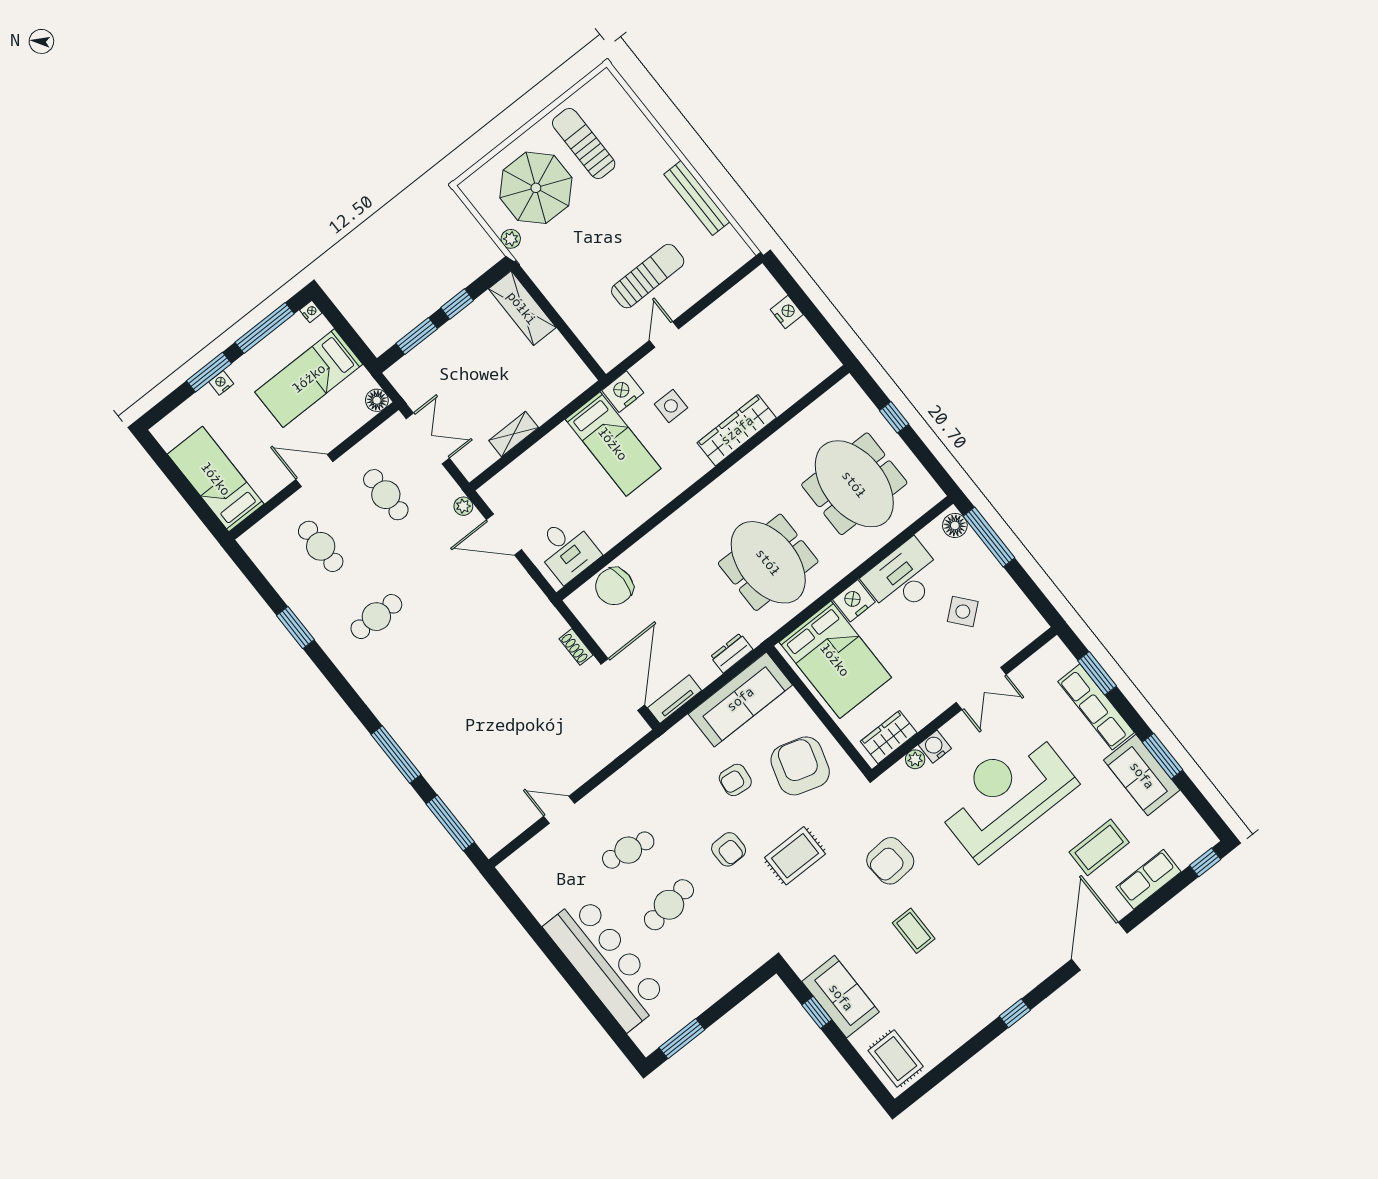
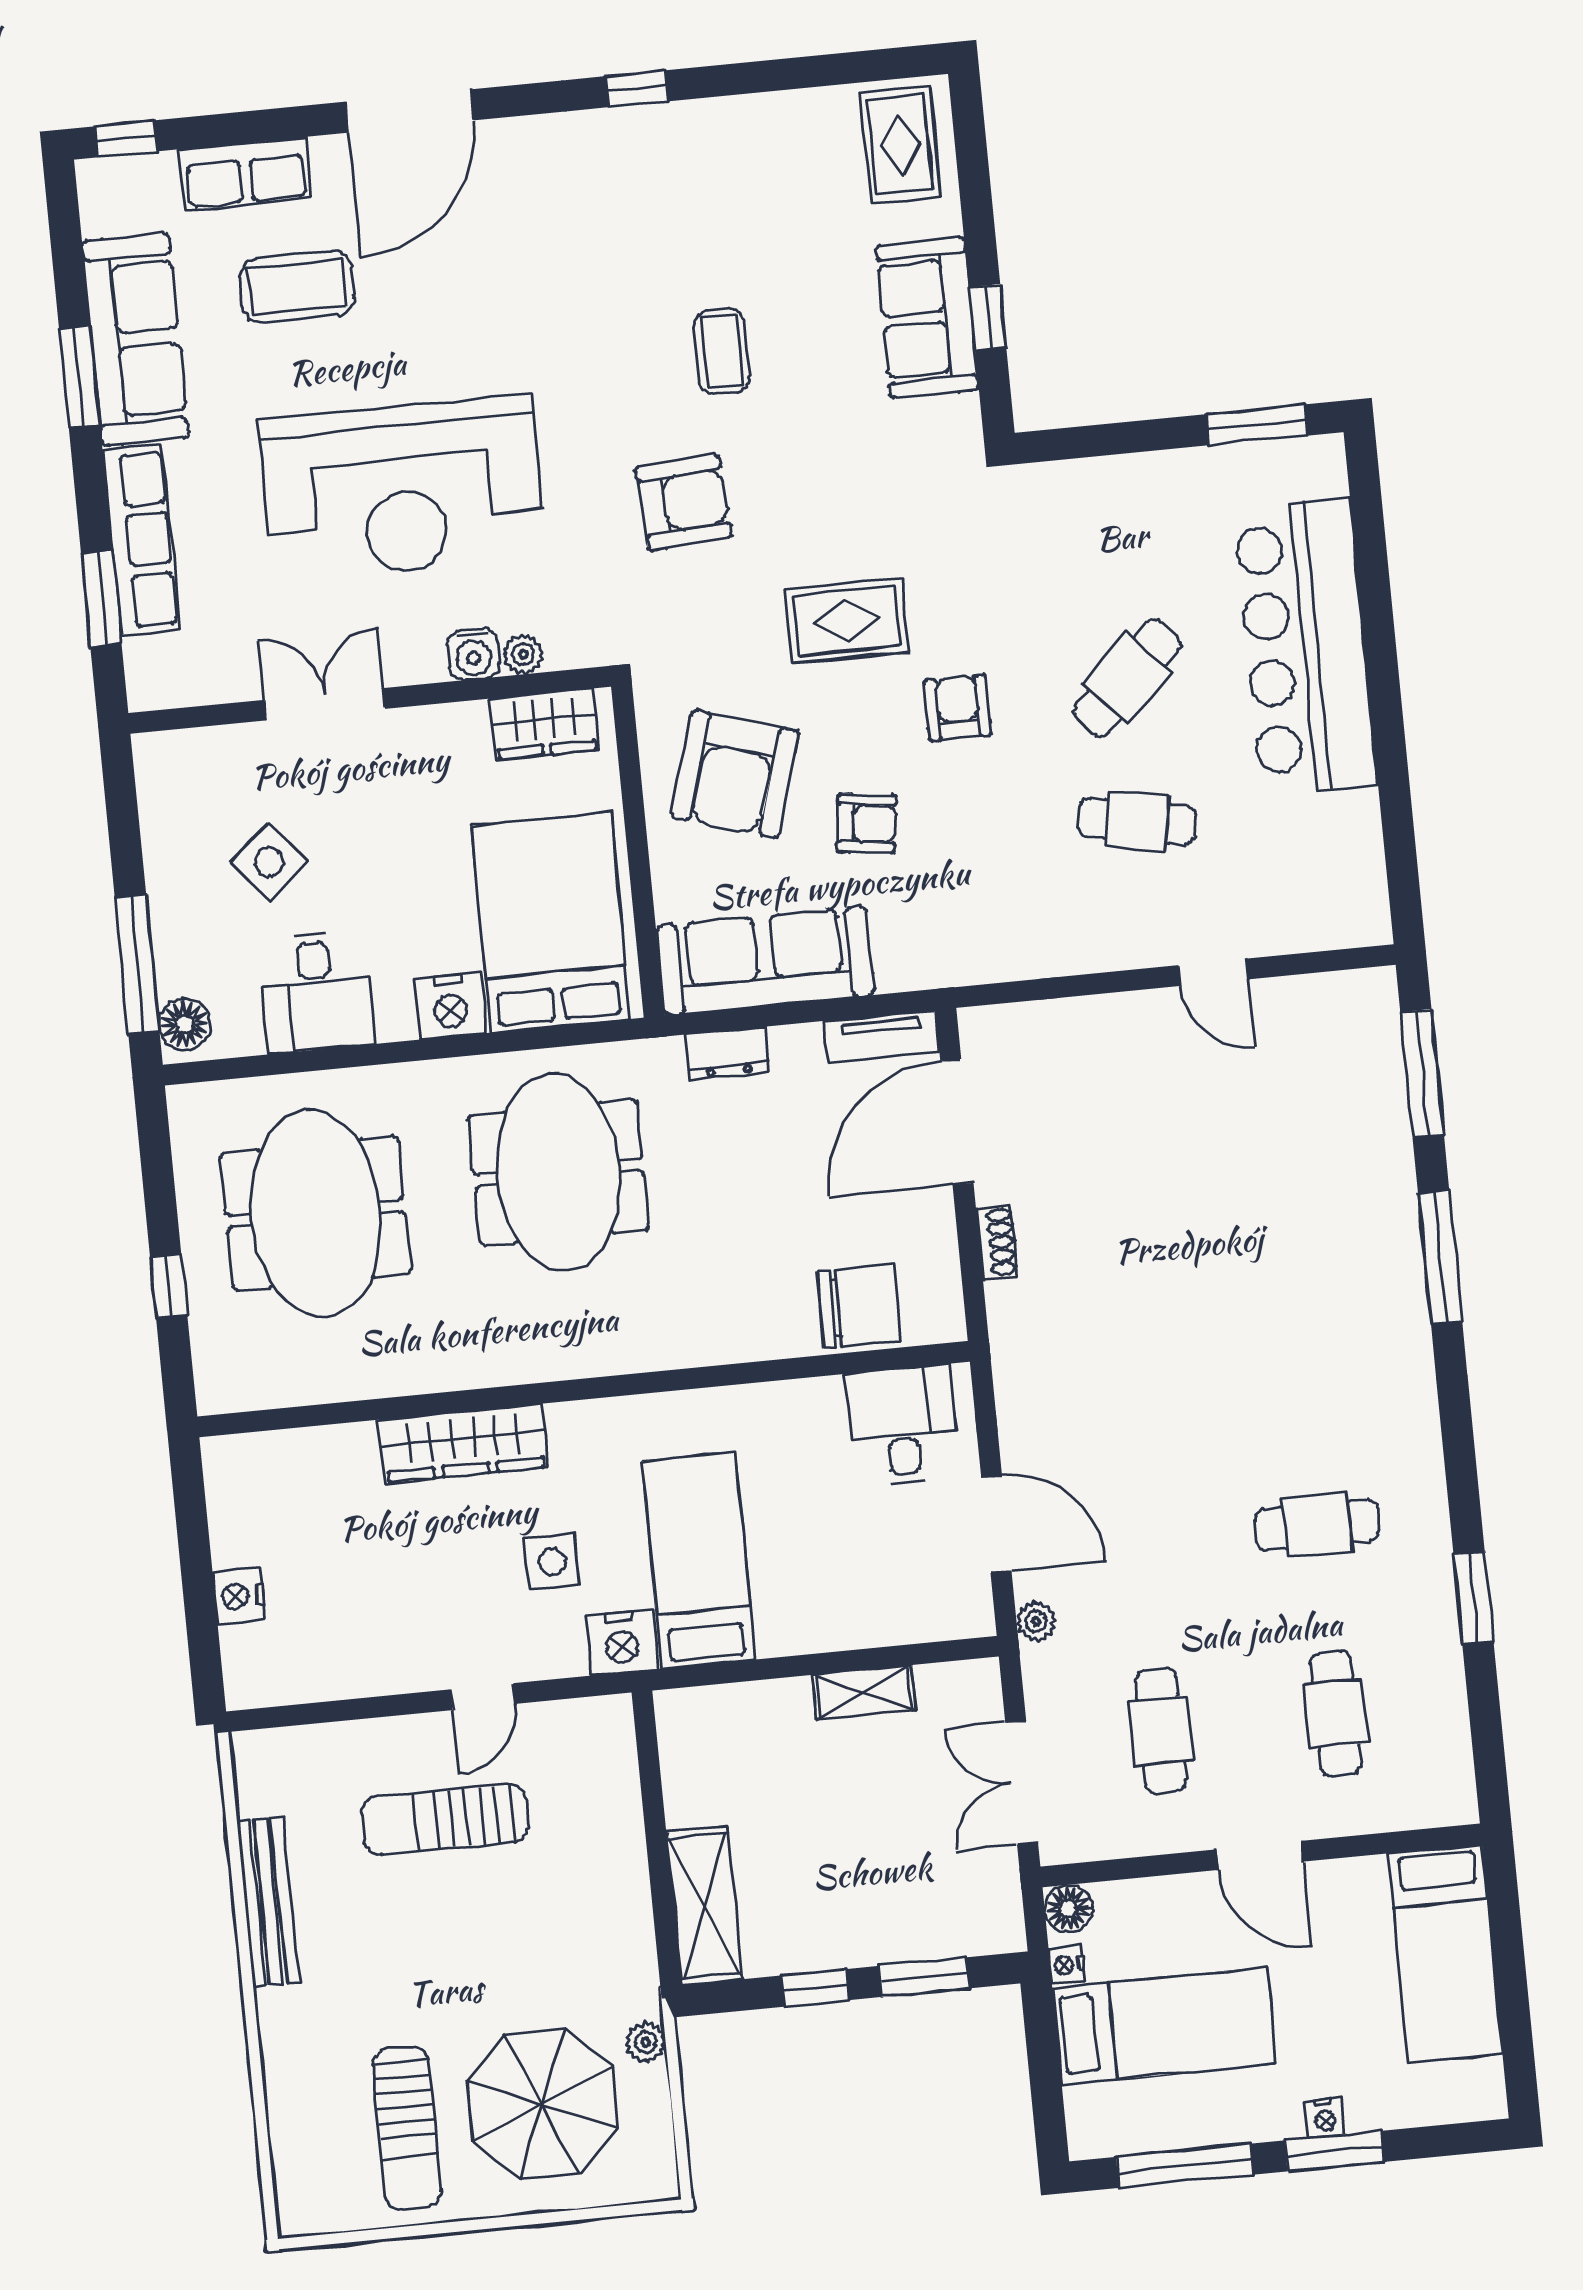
nightstand: (311, 311) -> (1067, 1965), moved
desk: (903, 578) -> (316, 992), width x0.73
sofa: (1142, 775) -> (135, 340), width x1.36
cafe table: (669, 905) -> (1127, 678), turned -36

